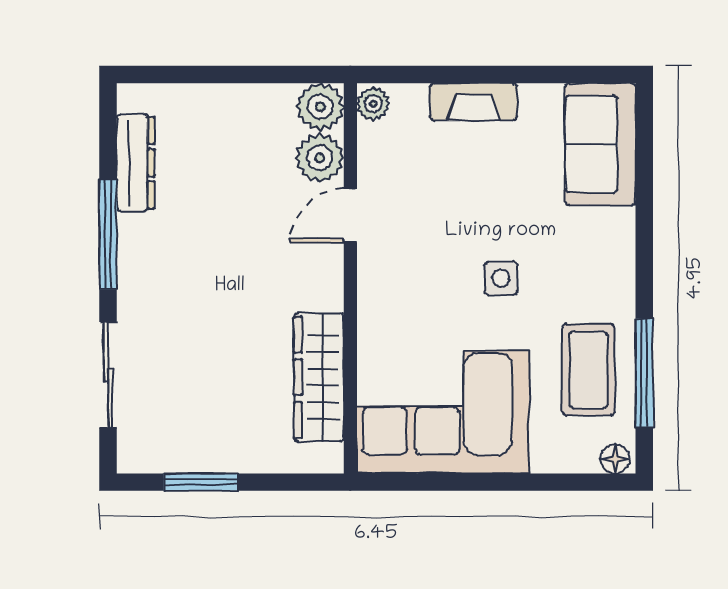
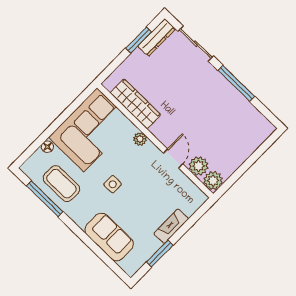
window: (542, 75) -> (160, 254), added
plant: (373, 104) -> (140, 139), moved
sofa: (600, 144) -> (109, 237), moved
dresser: (136, 163) -> (157, 38), moved, turned -90
floor lamp: (615, 459) -> (47, 147), moved

